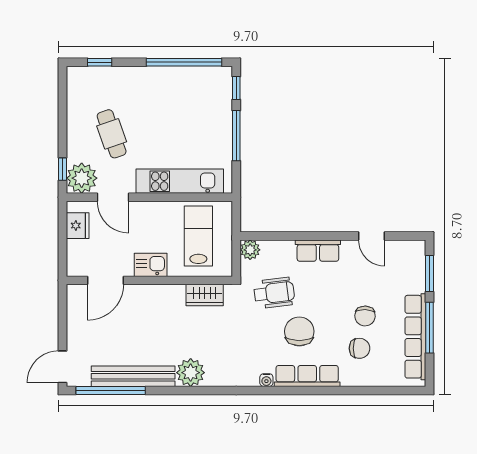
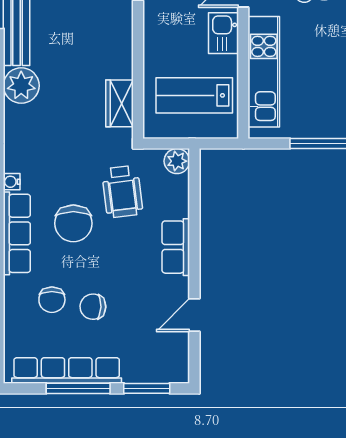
lab bench: (198, 236) -> (194, 95), turned 180
kitchen sink: (151, 265) -> (224, 33), moved, turned 180
chair: (299, 331) -> (73, 223), turned 90

